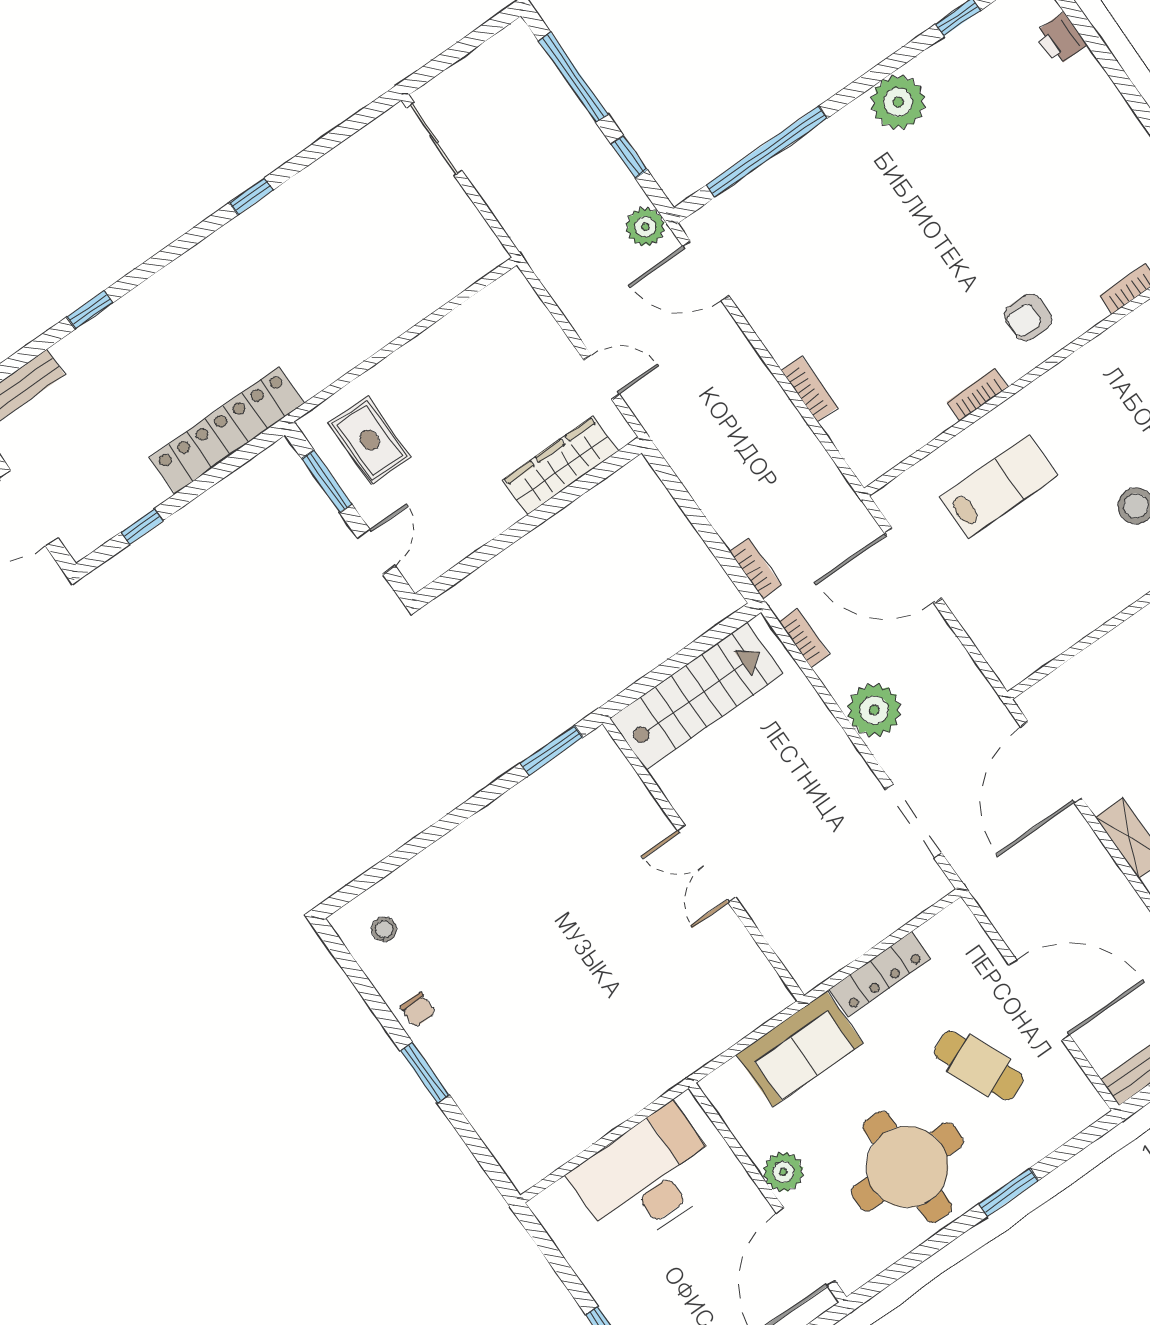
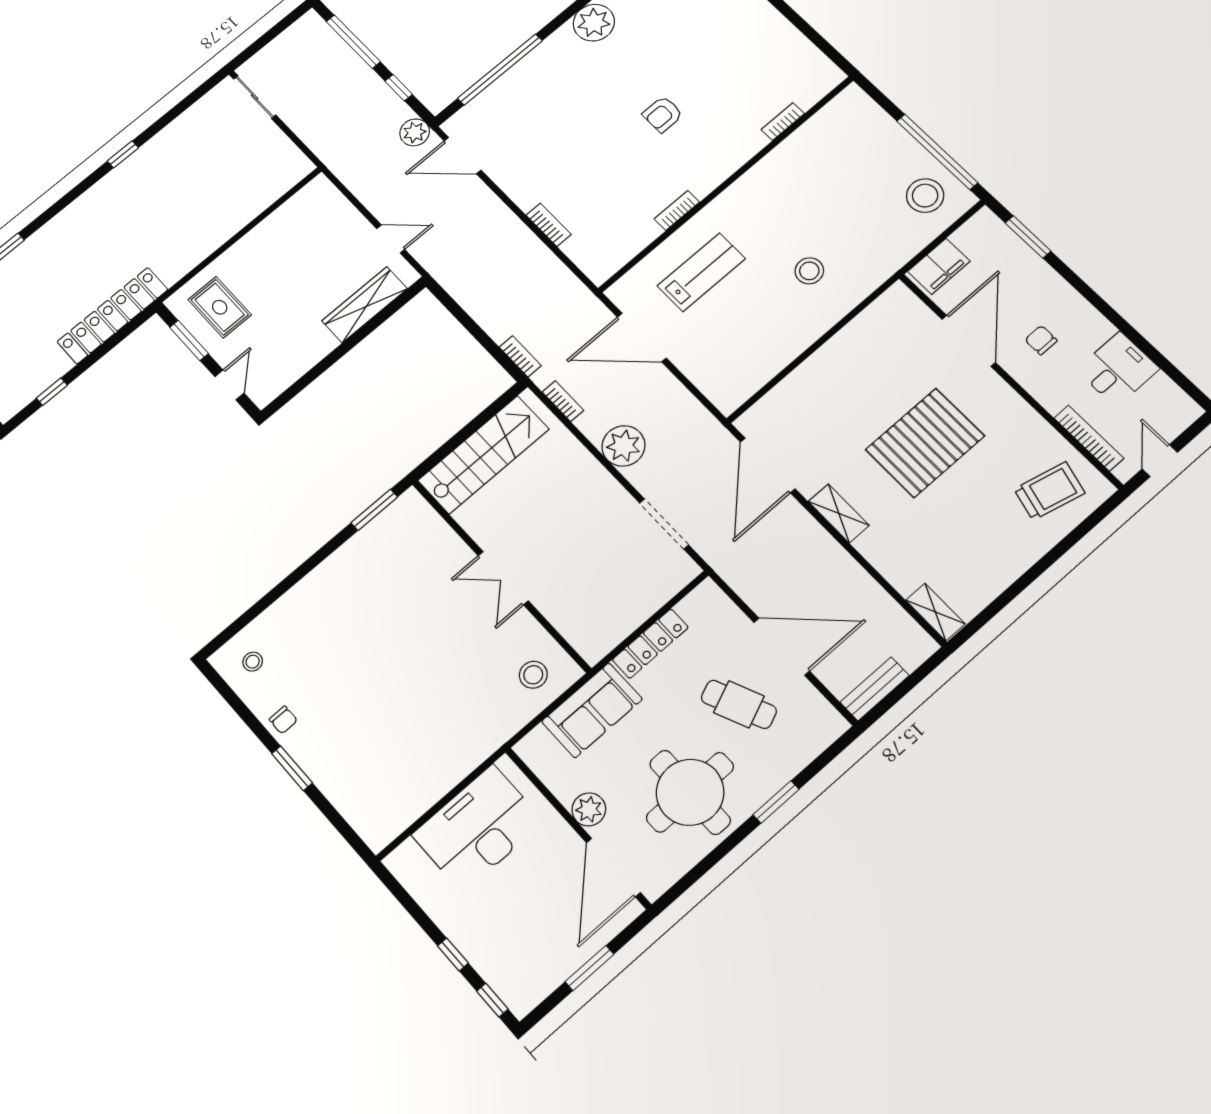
armchair: (1028, 317) -> (663, 114), moved
stool: (732, 994) -> (533, 675), added

